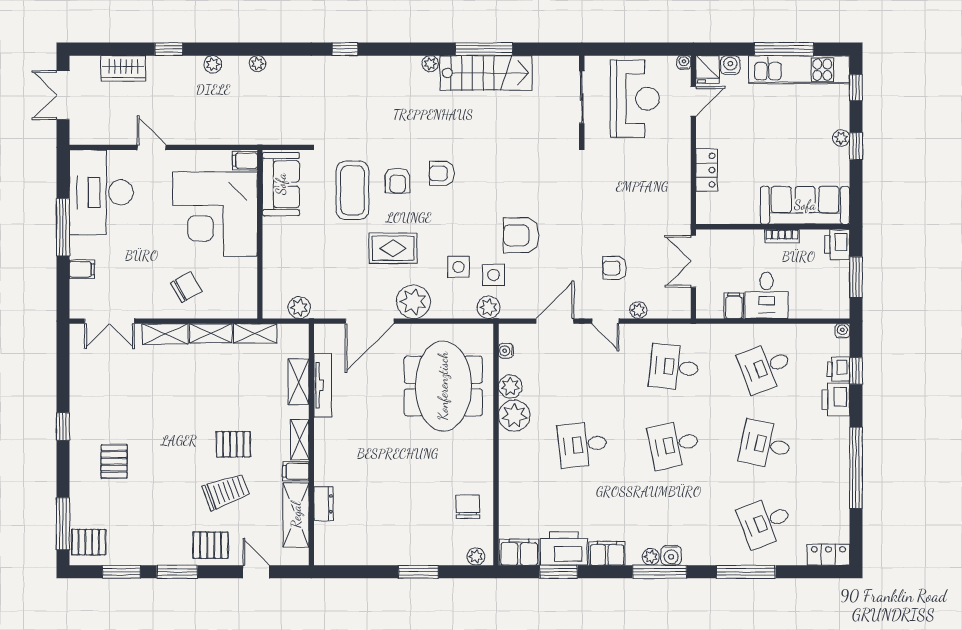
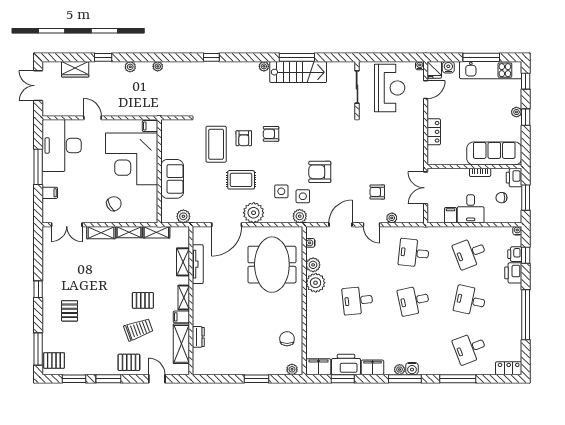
sofa: (281, 184) -> (172, 179), moved
chair: (817, 277) -> (501, 198), added

